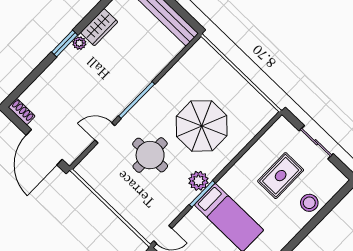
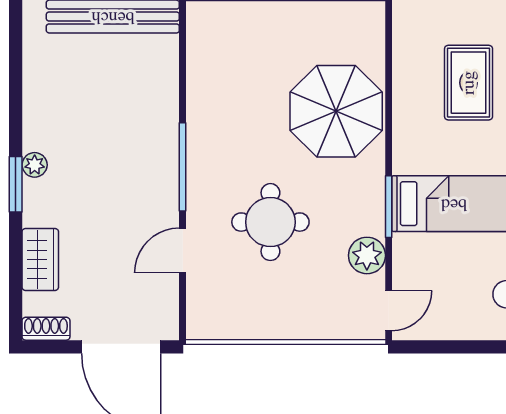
wardrobe: (99, 27) -> (40, 259), moved
parasol: (202, 126) -> (336, 111), moved
plant: (198, 181) -> (367, 255), moved

